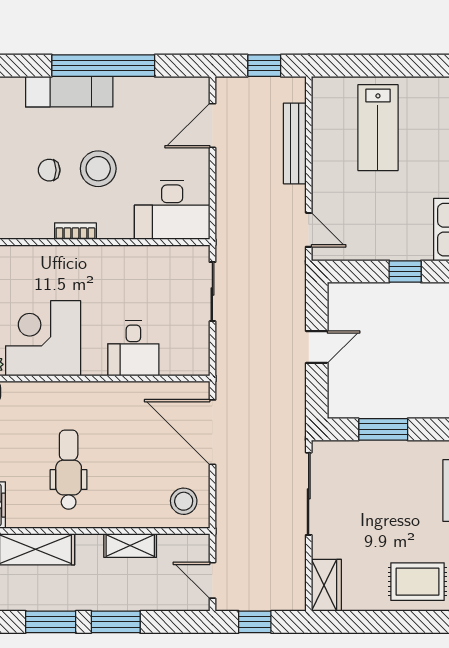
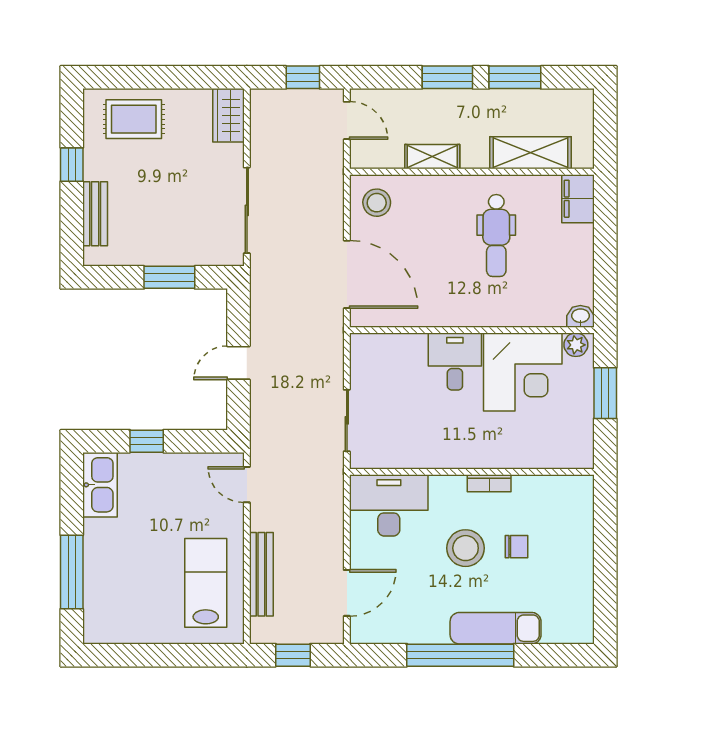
lab bench: (378, 128) -> (206, 583), moved
desk: (133, 348) -> (455, 362), moved

